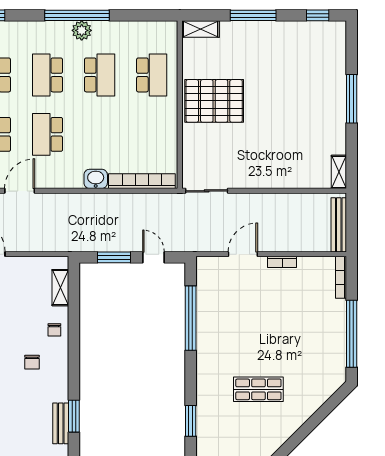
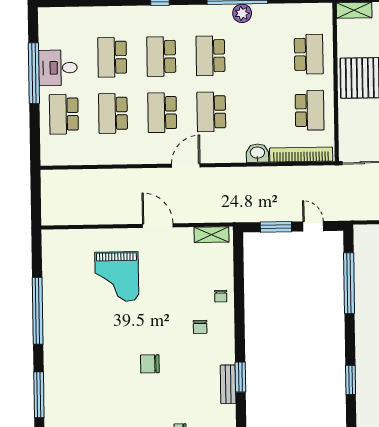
school desk: (100, 75) -> (310, 110), moved
shelving: (60, 288) -> (212, 235), moved, turned 90

